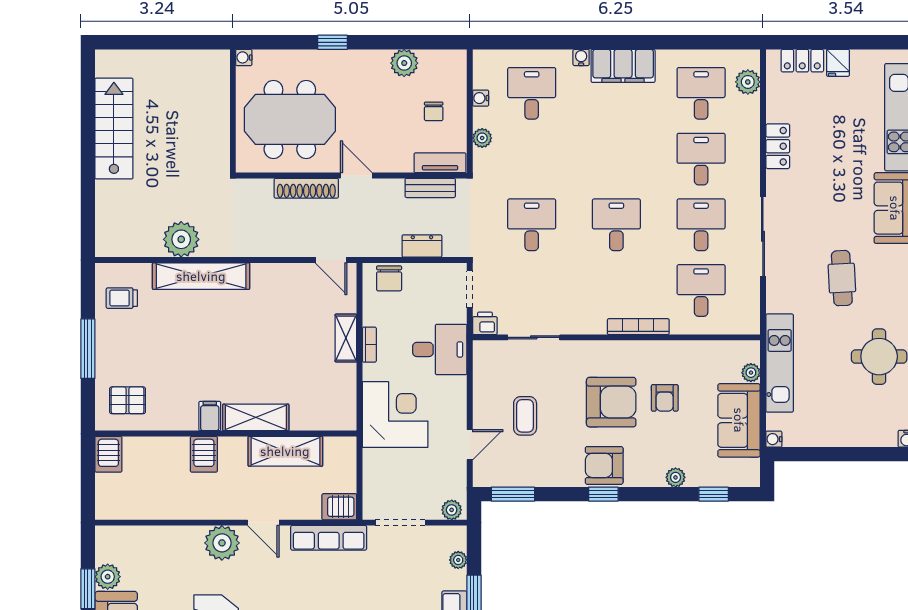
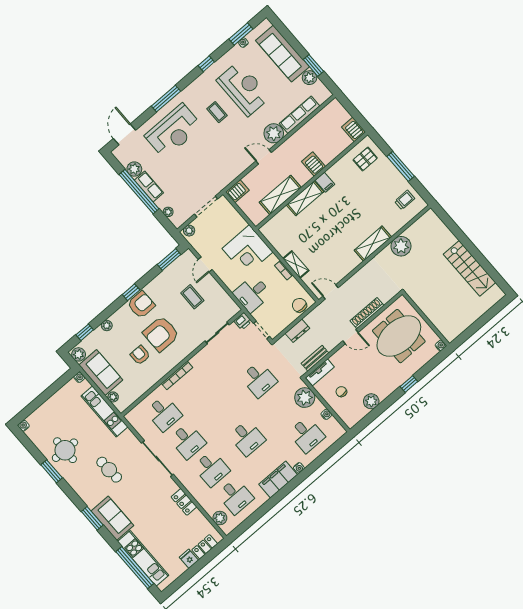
plant: (482, 138) -> (305, 398), width x1.87, depth x1.87
desk: (616, 225) -> (247, 438), moved
shelving: (201, 276) -> (373, 244), width x0.68
plant: (748, 471) -> (79, 354), added
row of seats: (329, 538) -> (300, 115), moved

